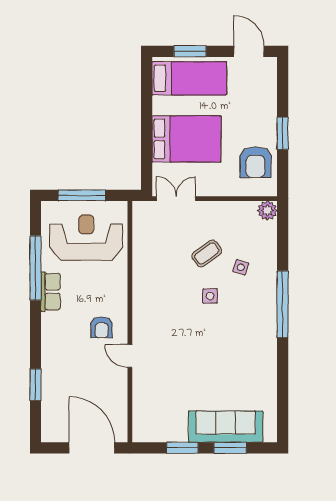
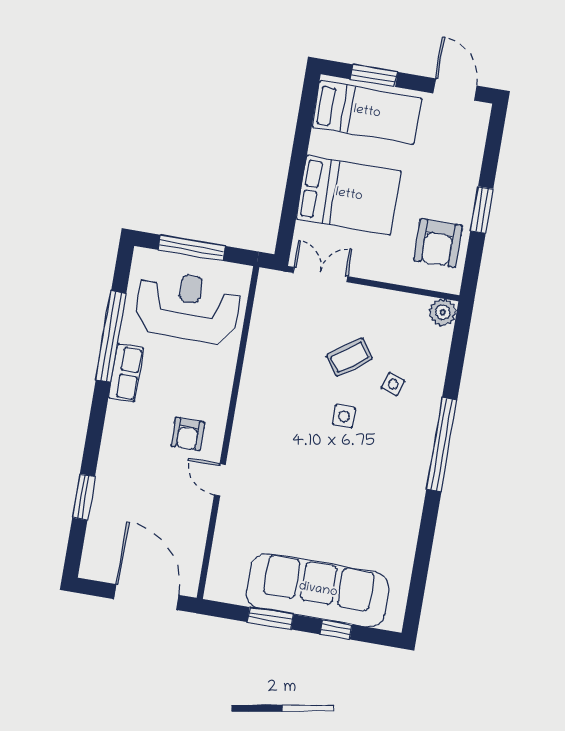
sofa: (226, 427) -> (318, 590), width x1.36, depth x1.27
window: (230, 448) -> (336, 629), width x0.67

